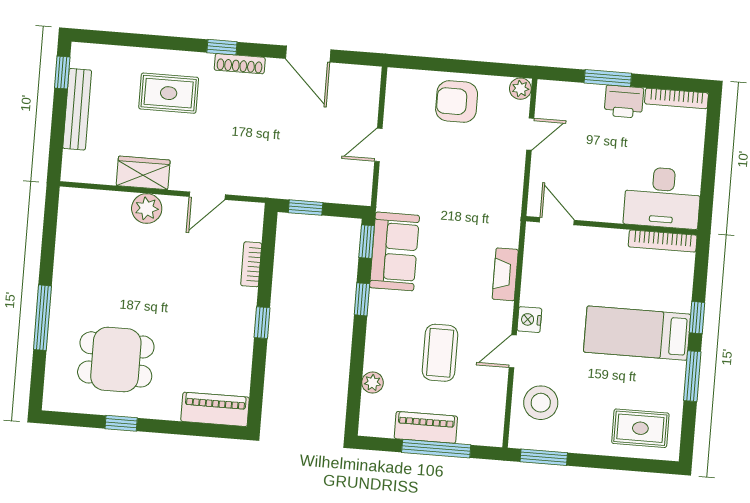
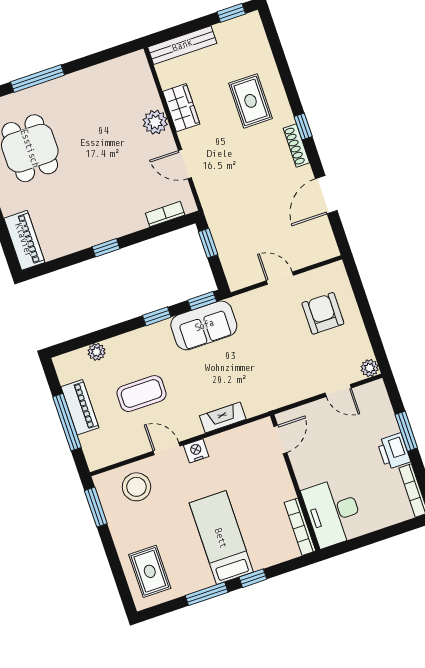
armchair: (457, 102) -> (323, 313), moved
bench: (77, 109) -> (182, 45), moved
bookcase: (251, 264) -> (165, 214), moved

